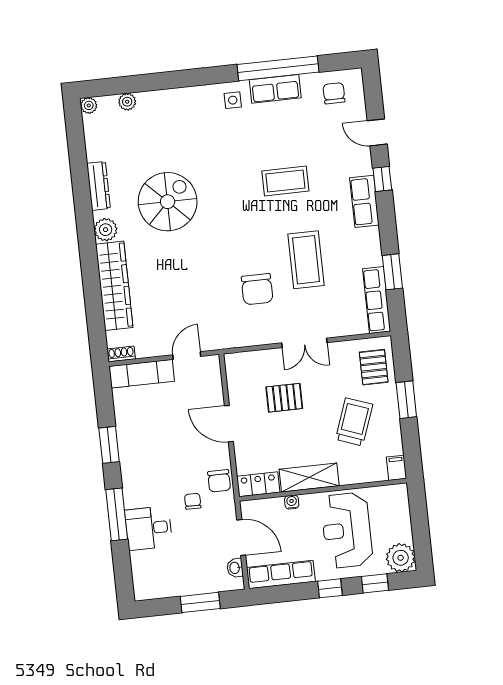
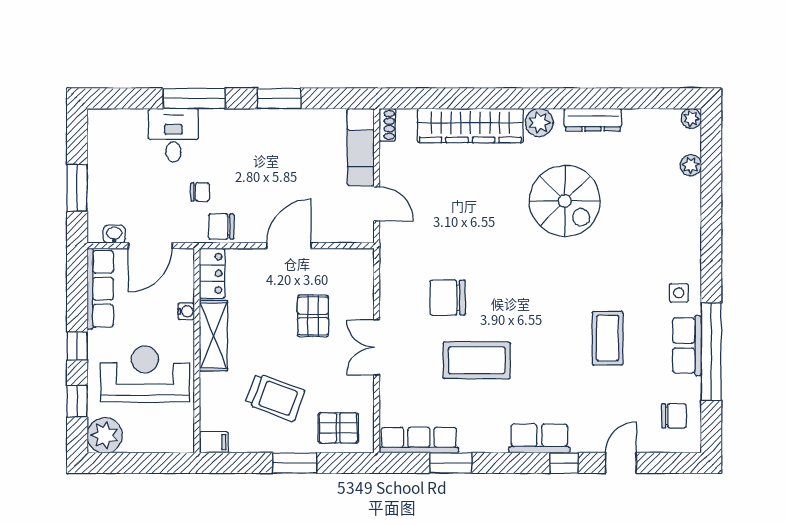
coffee table: (285, 181) -> (607, 338), moved

